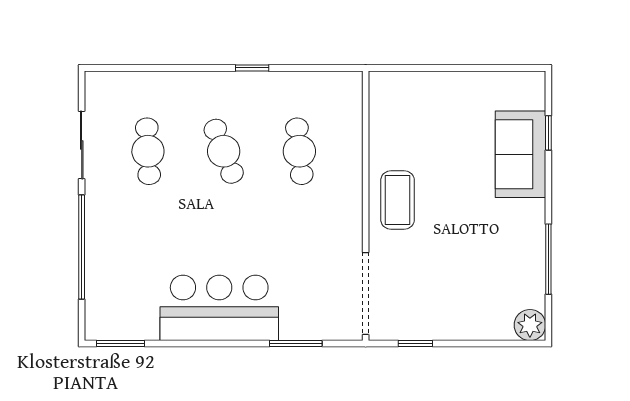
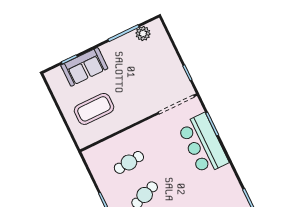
coffee table: (398, 200) -> (94, 109), moved, width x1.36, depth x1.32
bar counter: (219, 308) -> (203, 144), moved
plant: (530, 325) -> (143, 34), moved

